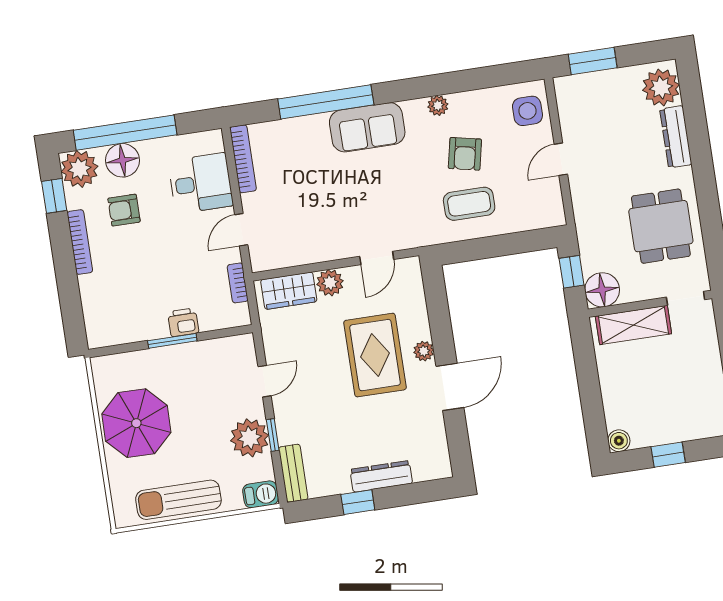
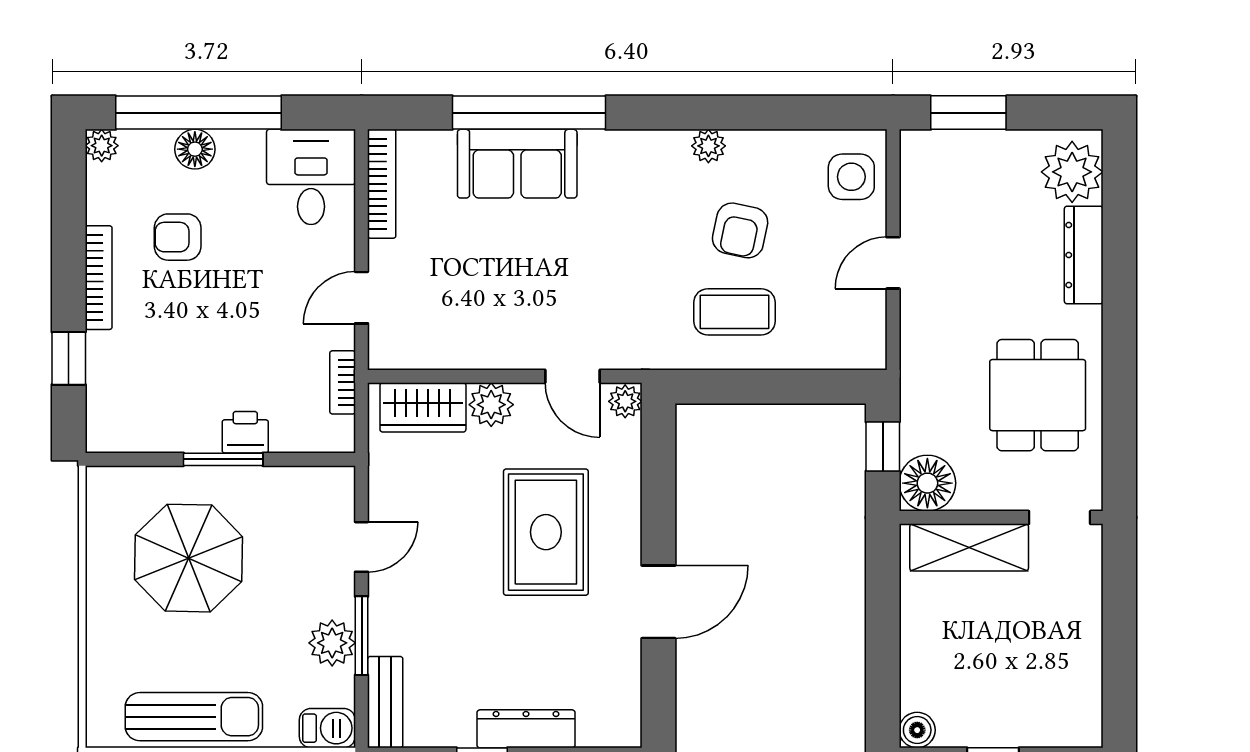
sofa: (367, 127) -> (517, 164), moved
floor lamp: (122, 160) -> (195, 149), width x0.73, depth x0.73
plant: (79, 169) -> (102, 146), width x0.53, depth x0.53
desk: (201, 183) -> (311, 177), moved, turned -90
window: (54, 196) -> (69, 358), moved
door: (377, 258) -> (572, 376), hinge flipped
plant: (424, 351) -> (625, 401), moved
parasol: (136, 423) -> (189, 558), moved
window: (273, 435) -> (362, 636), width x1.50
plant: (250, 438) -> (332, 643), width x0.73, depth x0.73
sun lounger: (178, 500) -> (194, 717), turned 180

